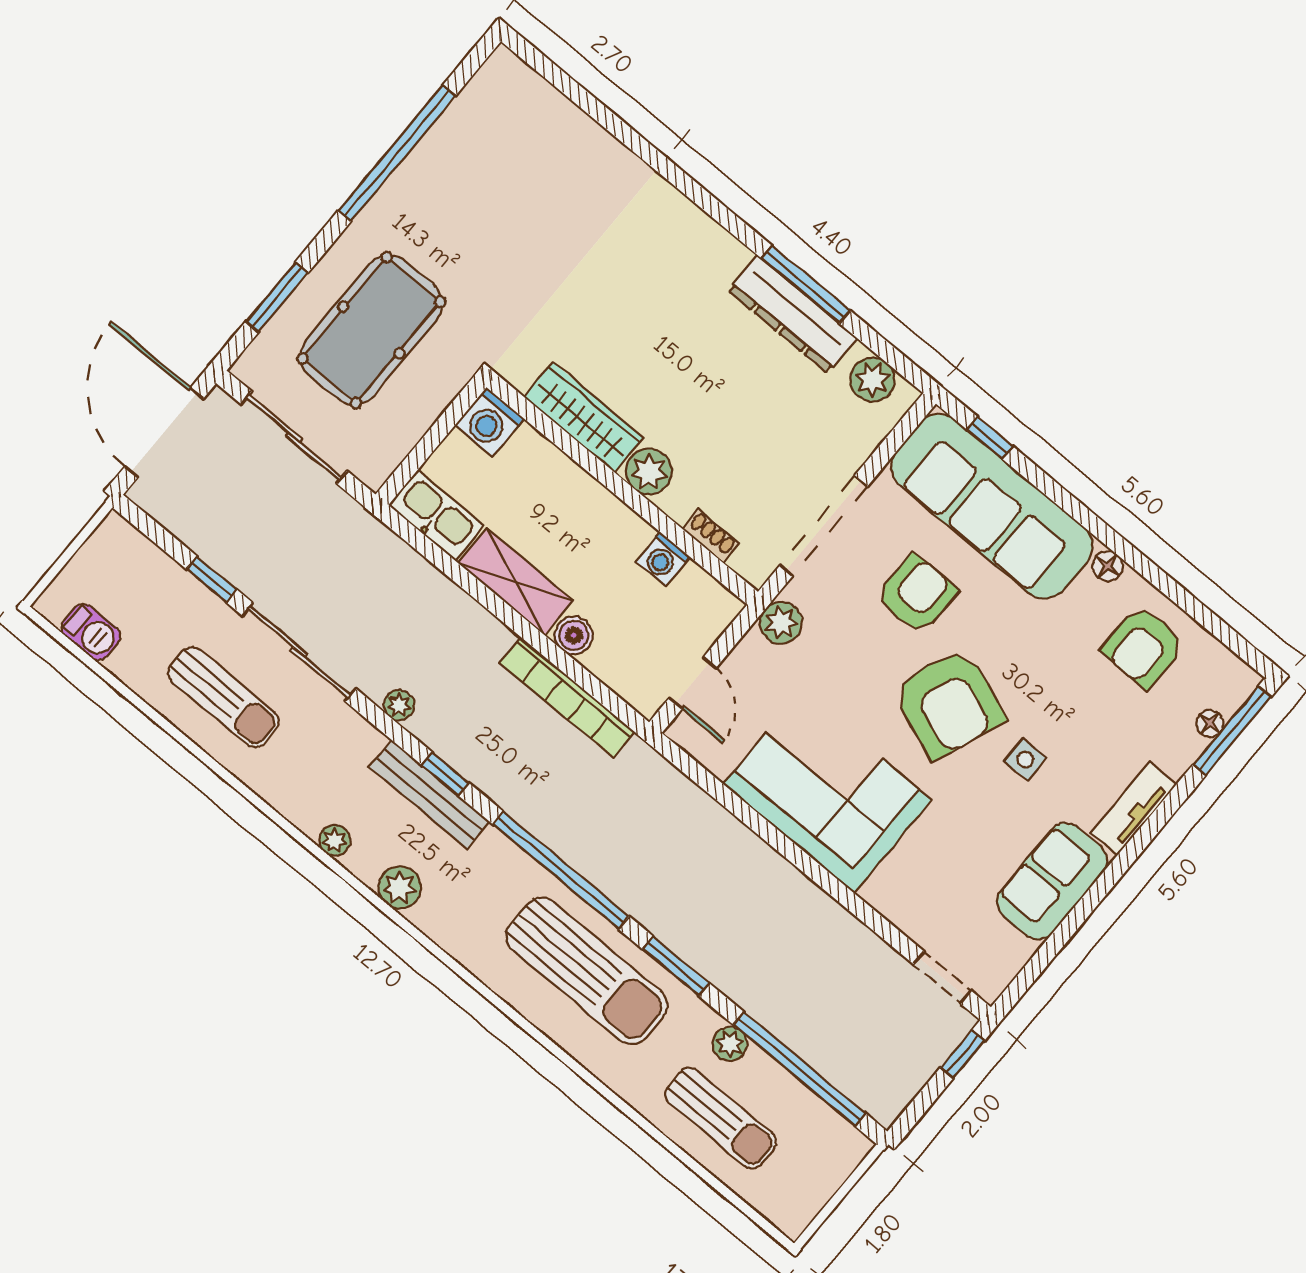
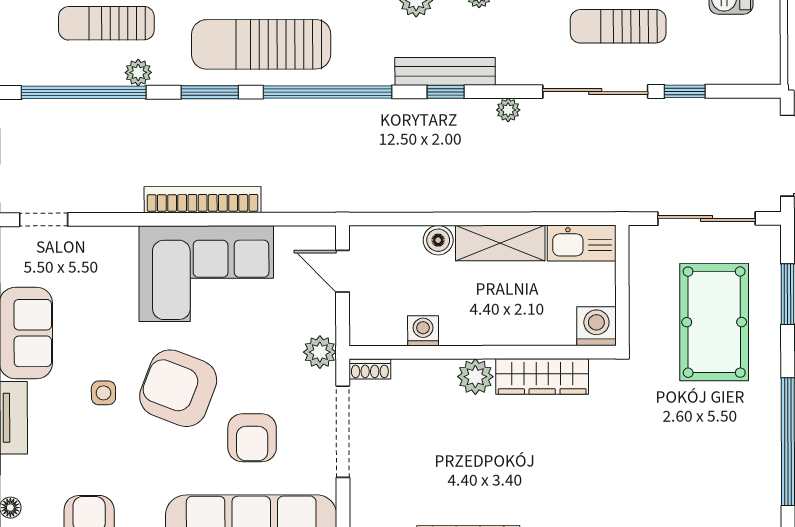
shoe rack: (711, 536) -> (370, 369), moved
bookcase: (567, 697) -> (203, 200), moved

